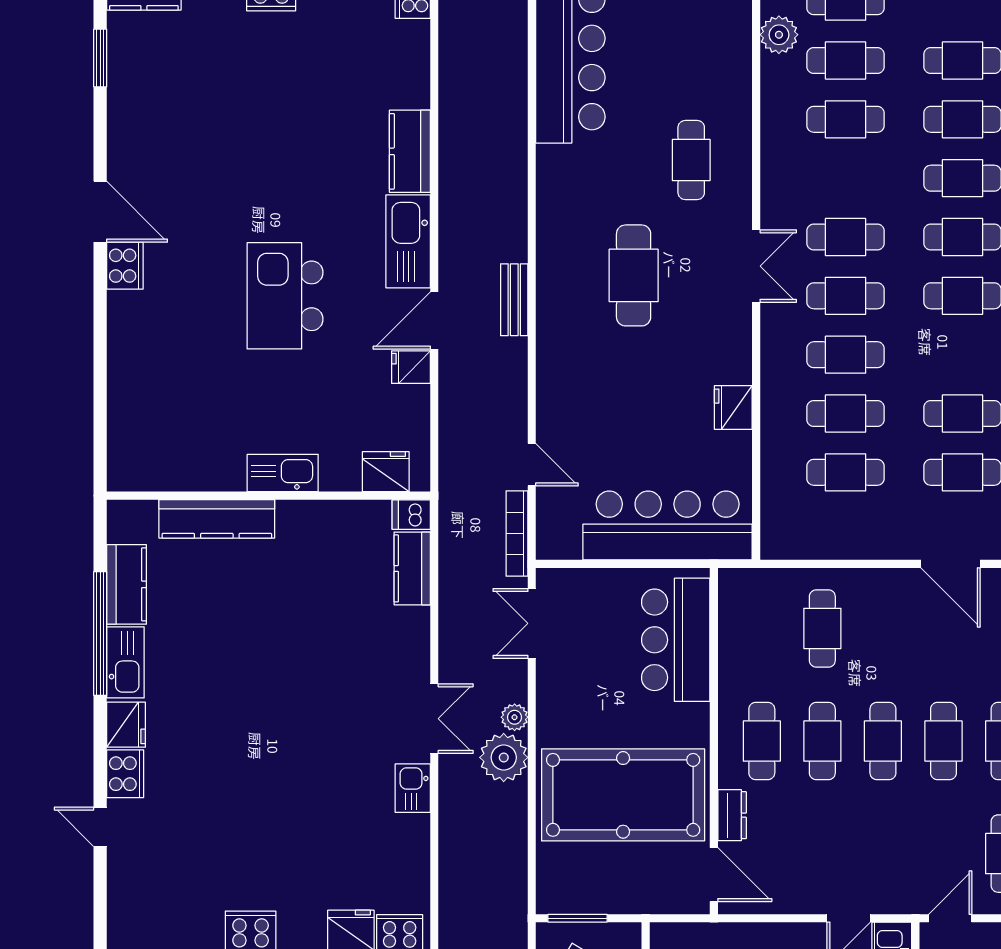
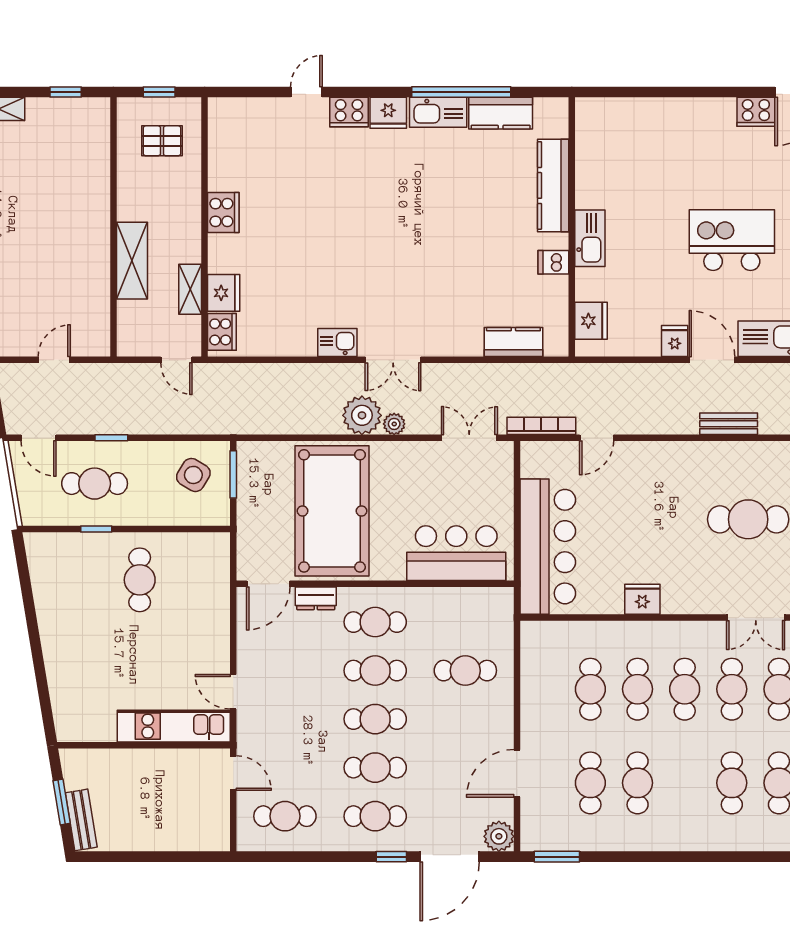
dishwasher: (411, 515) -> (553, 262), moved, turned -90

